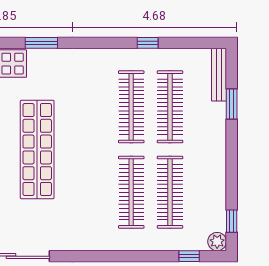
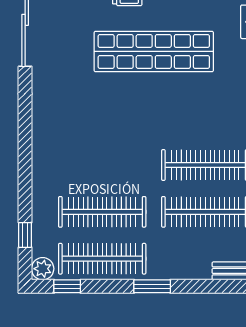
window: (232, 104) -> (152, 286), moved
clothes rail: (131, 192) -> (102, 259), moved

